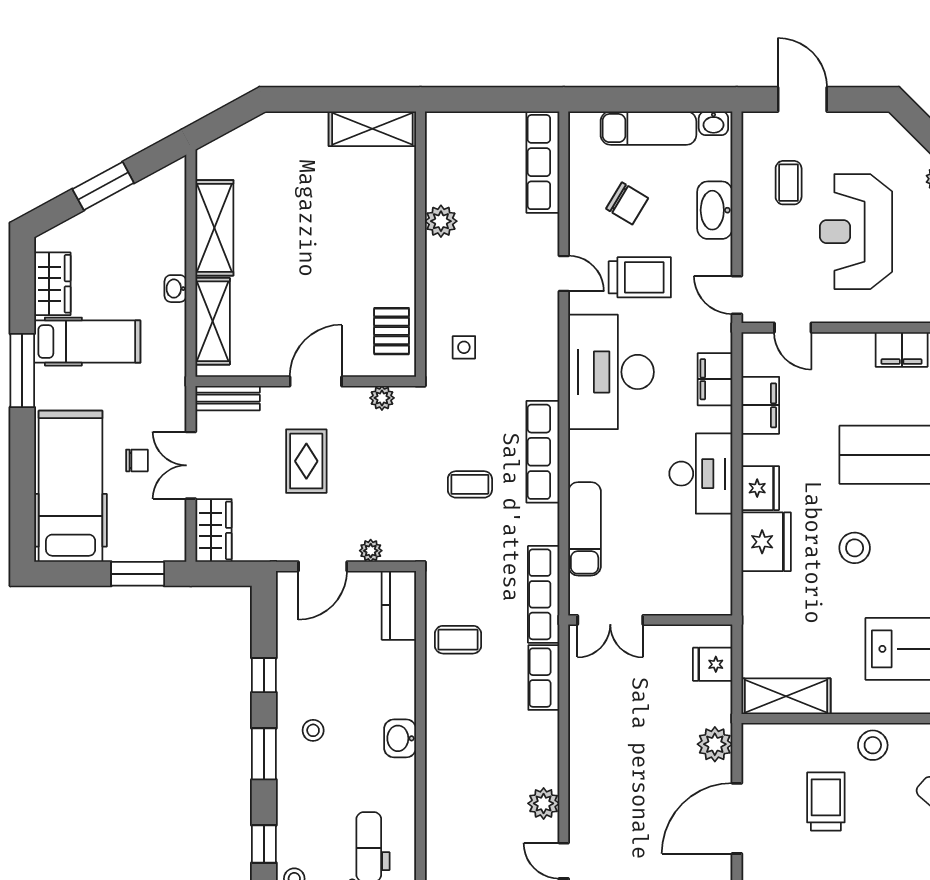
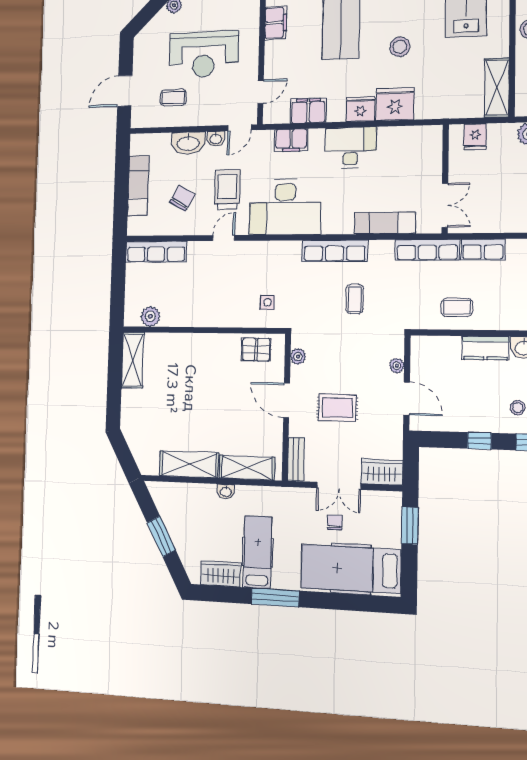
washbasin: (713, 123) -> (216, 139), moved, turned 90
plant: (441, 221) -> (150, 316), moved
kitchen counter: (399, 605) -> (485, 348), moved
coffee table: (458, 640) -> (457, 307), turned 90

